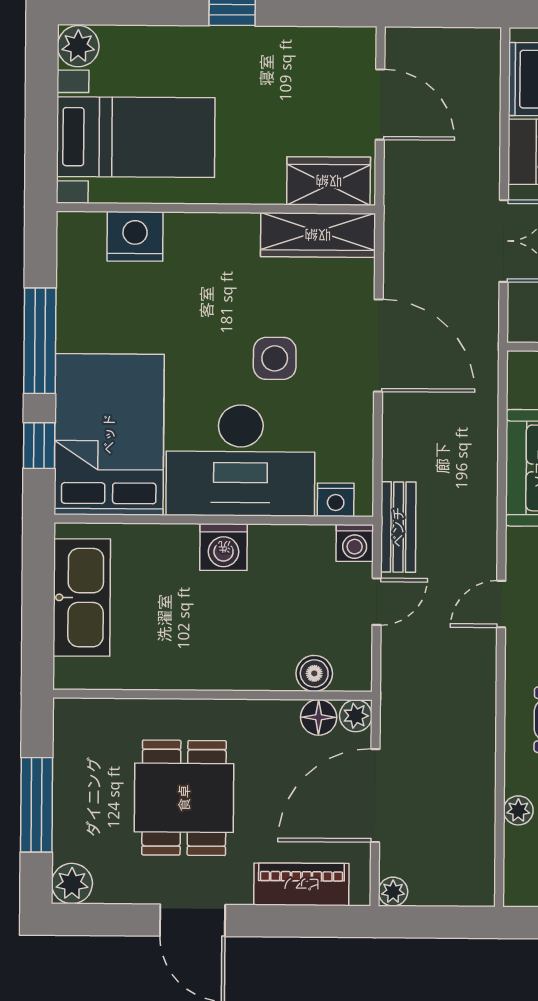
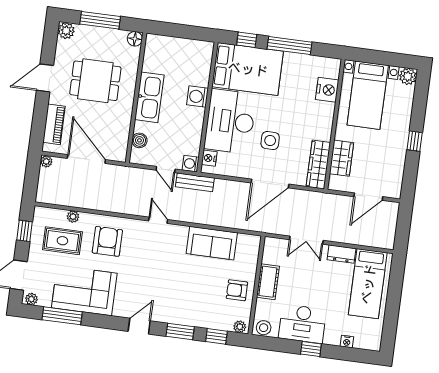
wardrobe: (329, 181) -> (342, 158), moved
washing machine: (224, 547) -> (197, 97), moved
kitchen sink: (82, 598) -> (149, 97), moved, turned -90
plant: (356, 716) -> (120, 155), removed
floor lamp: (319, 717) -> (135, 39), moved

